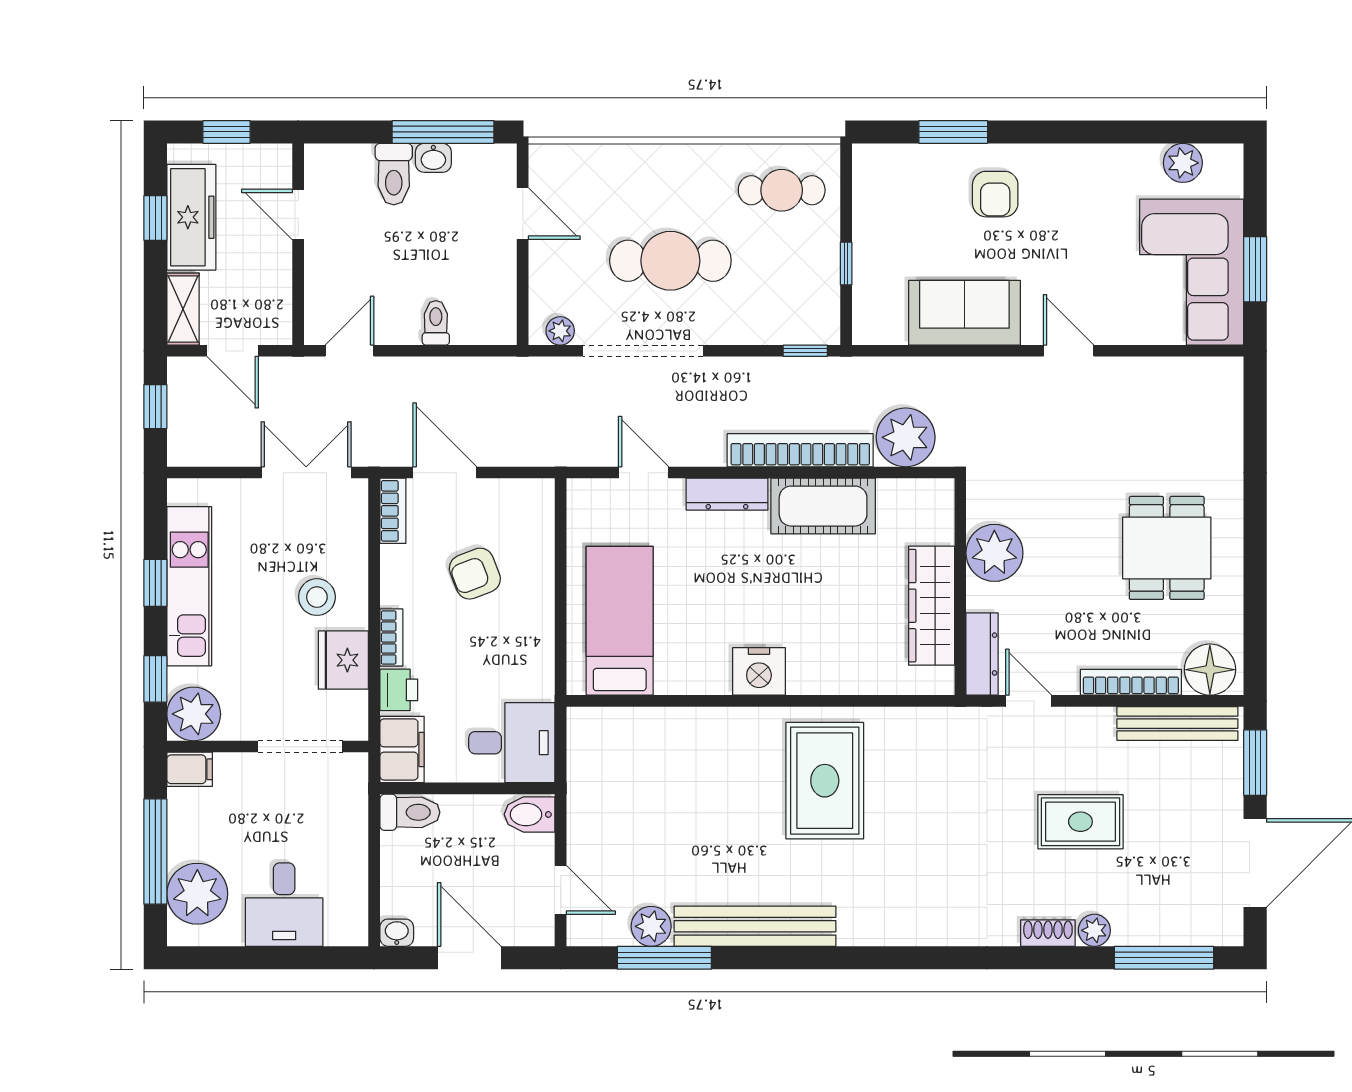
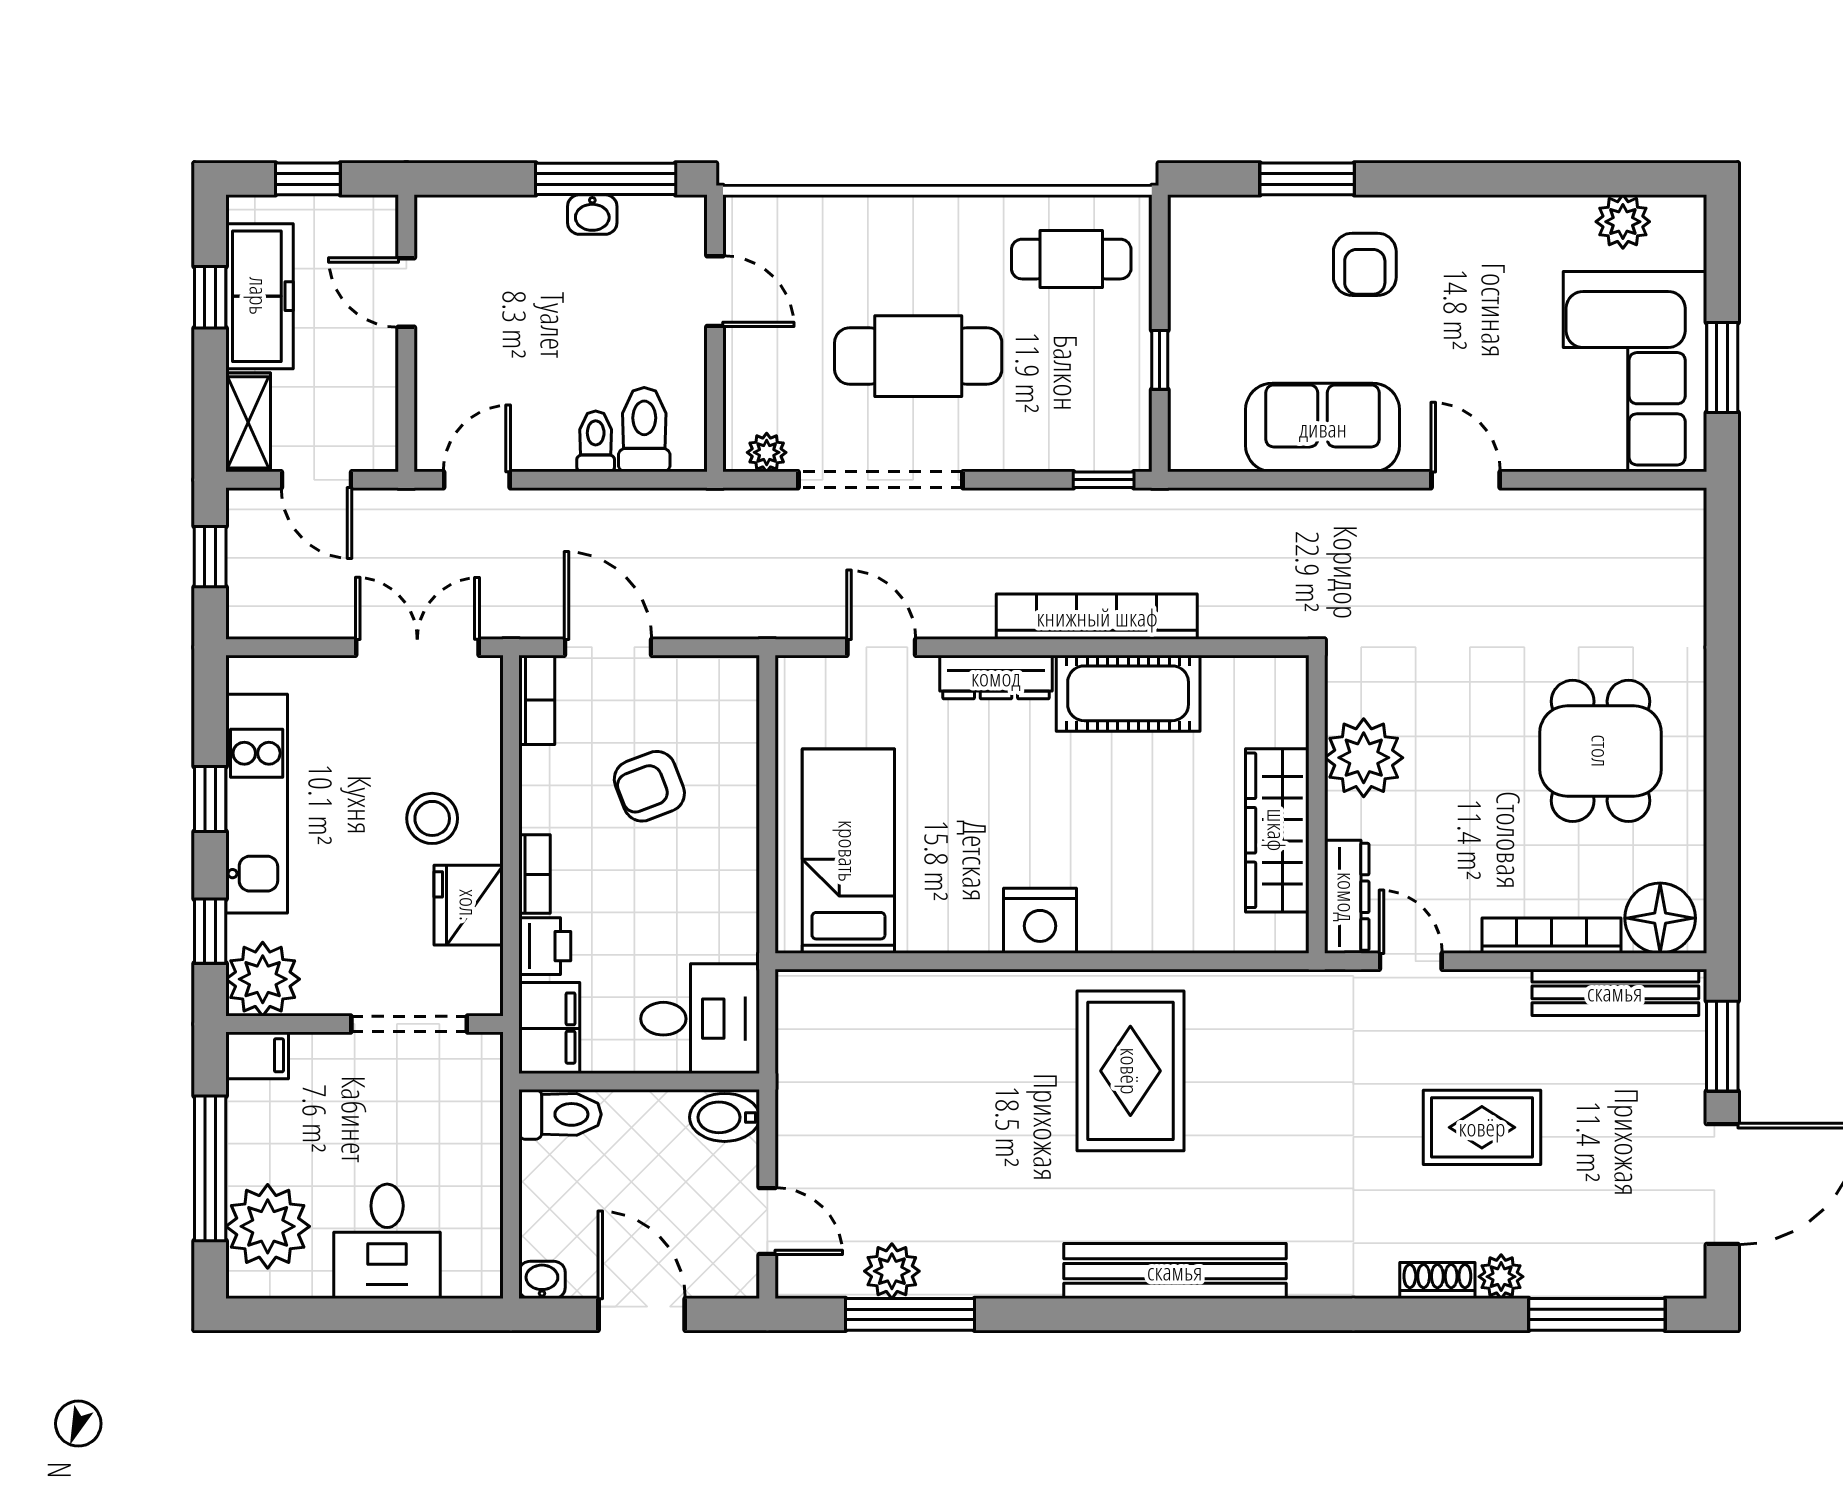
toilet: (394, 174) -> (644, 430), moved, turned 180
plant: (906, 437) -> (1242, 599), removed
bench: (755, 926) -> (1175, 1271), moved

